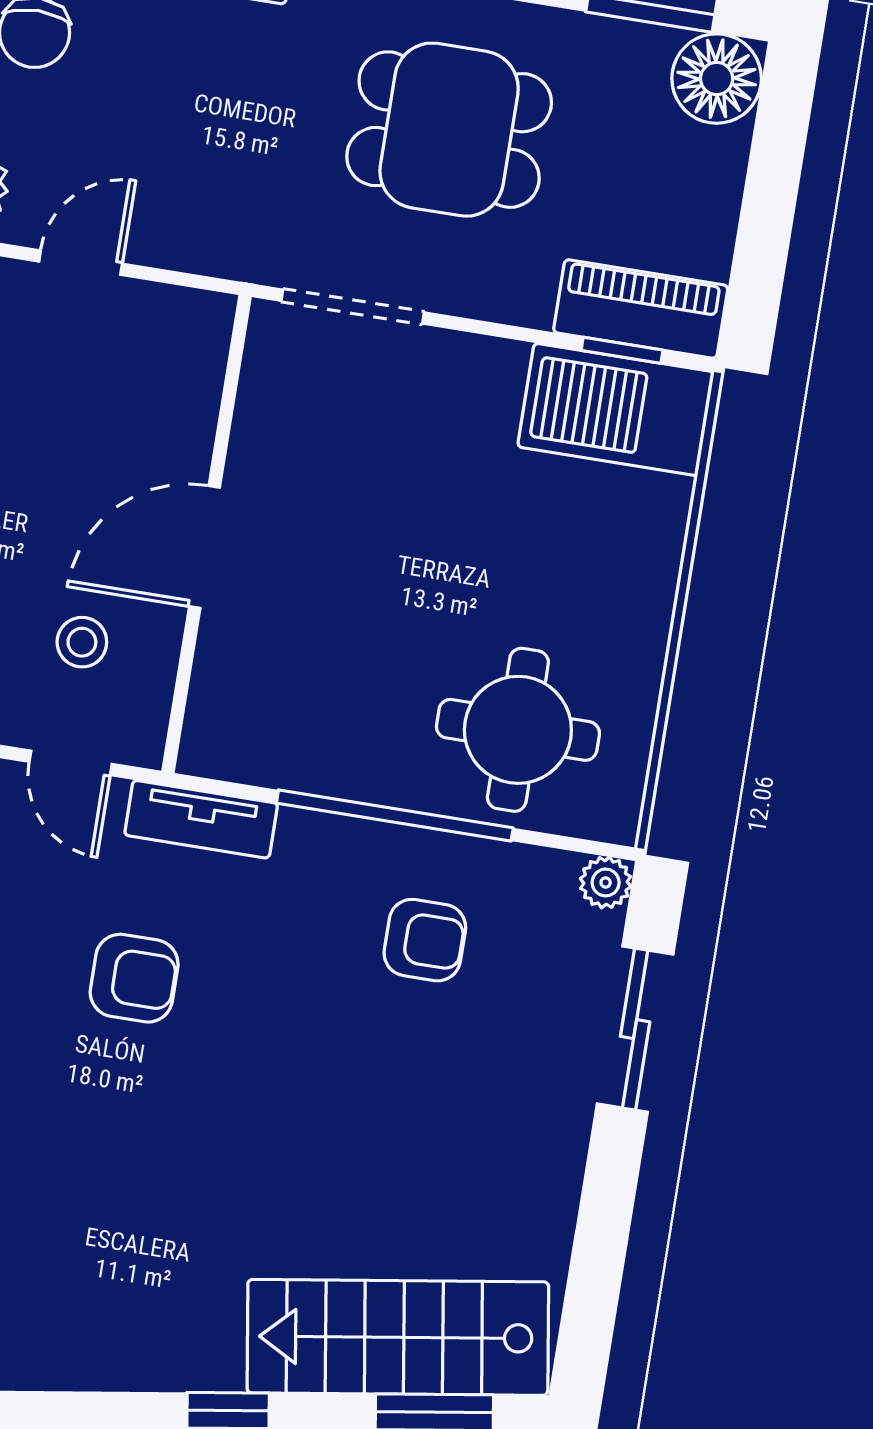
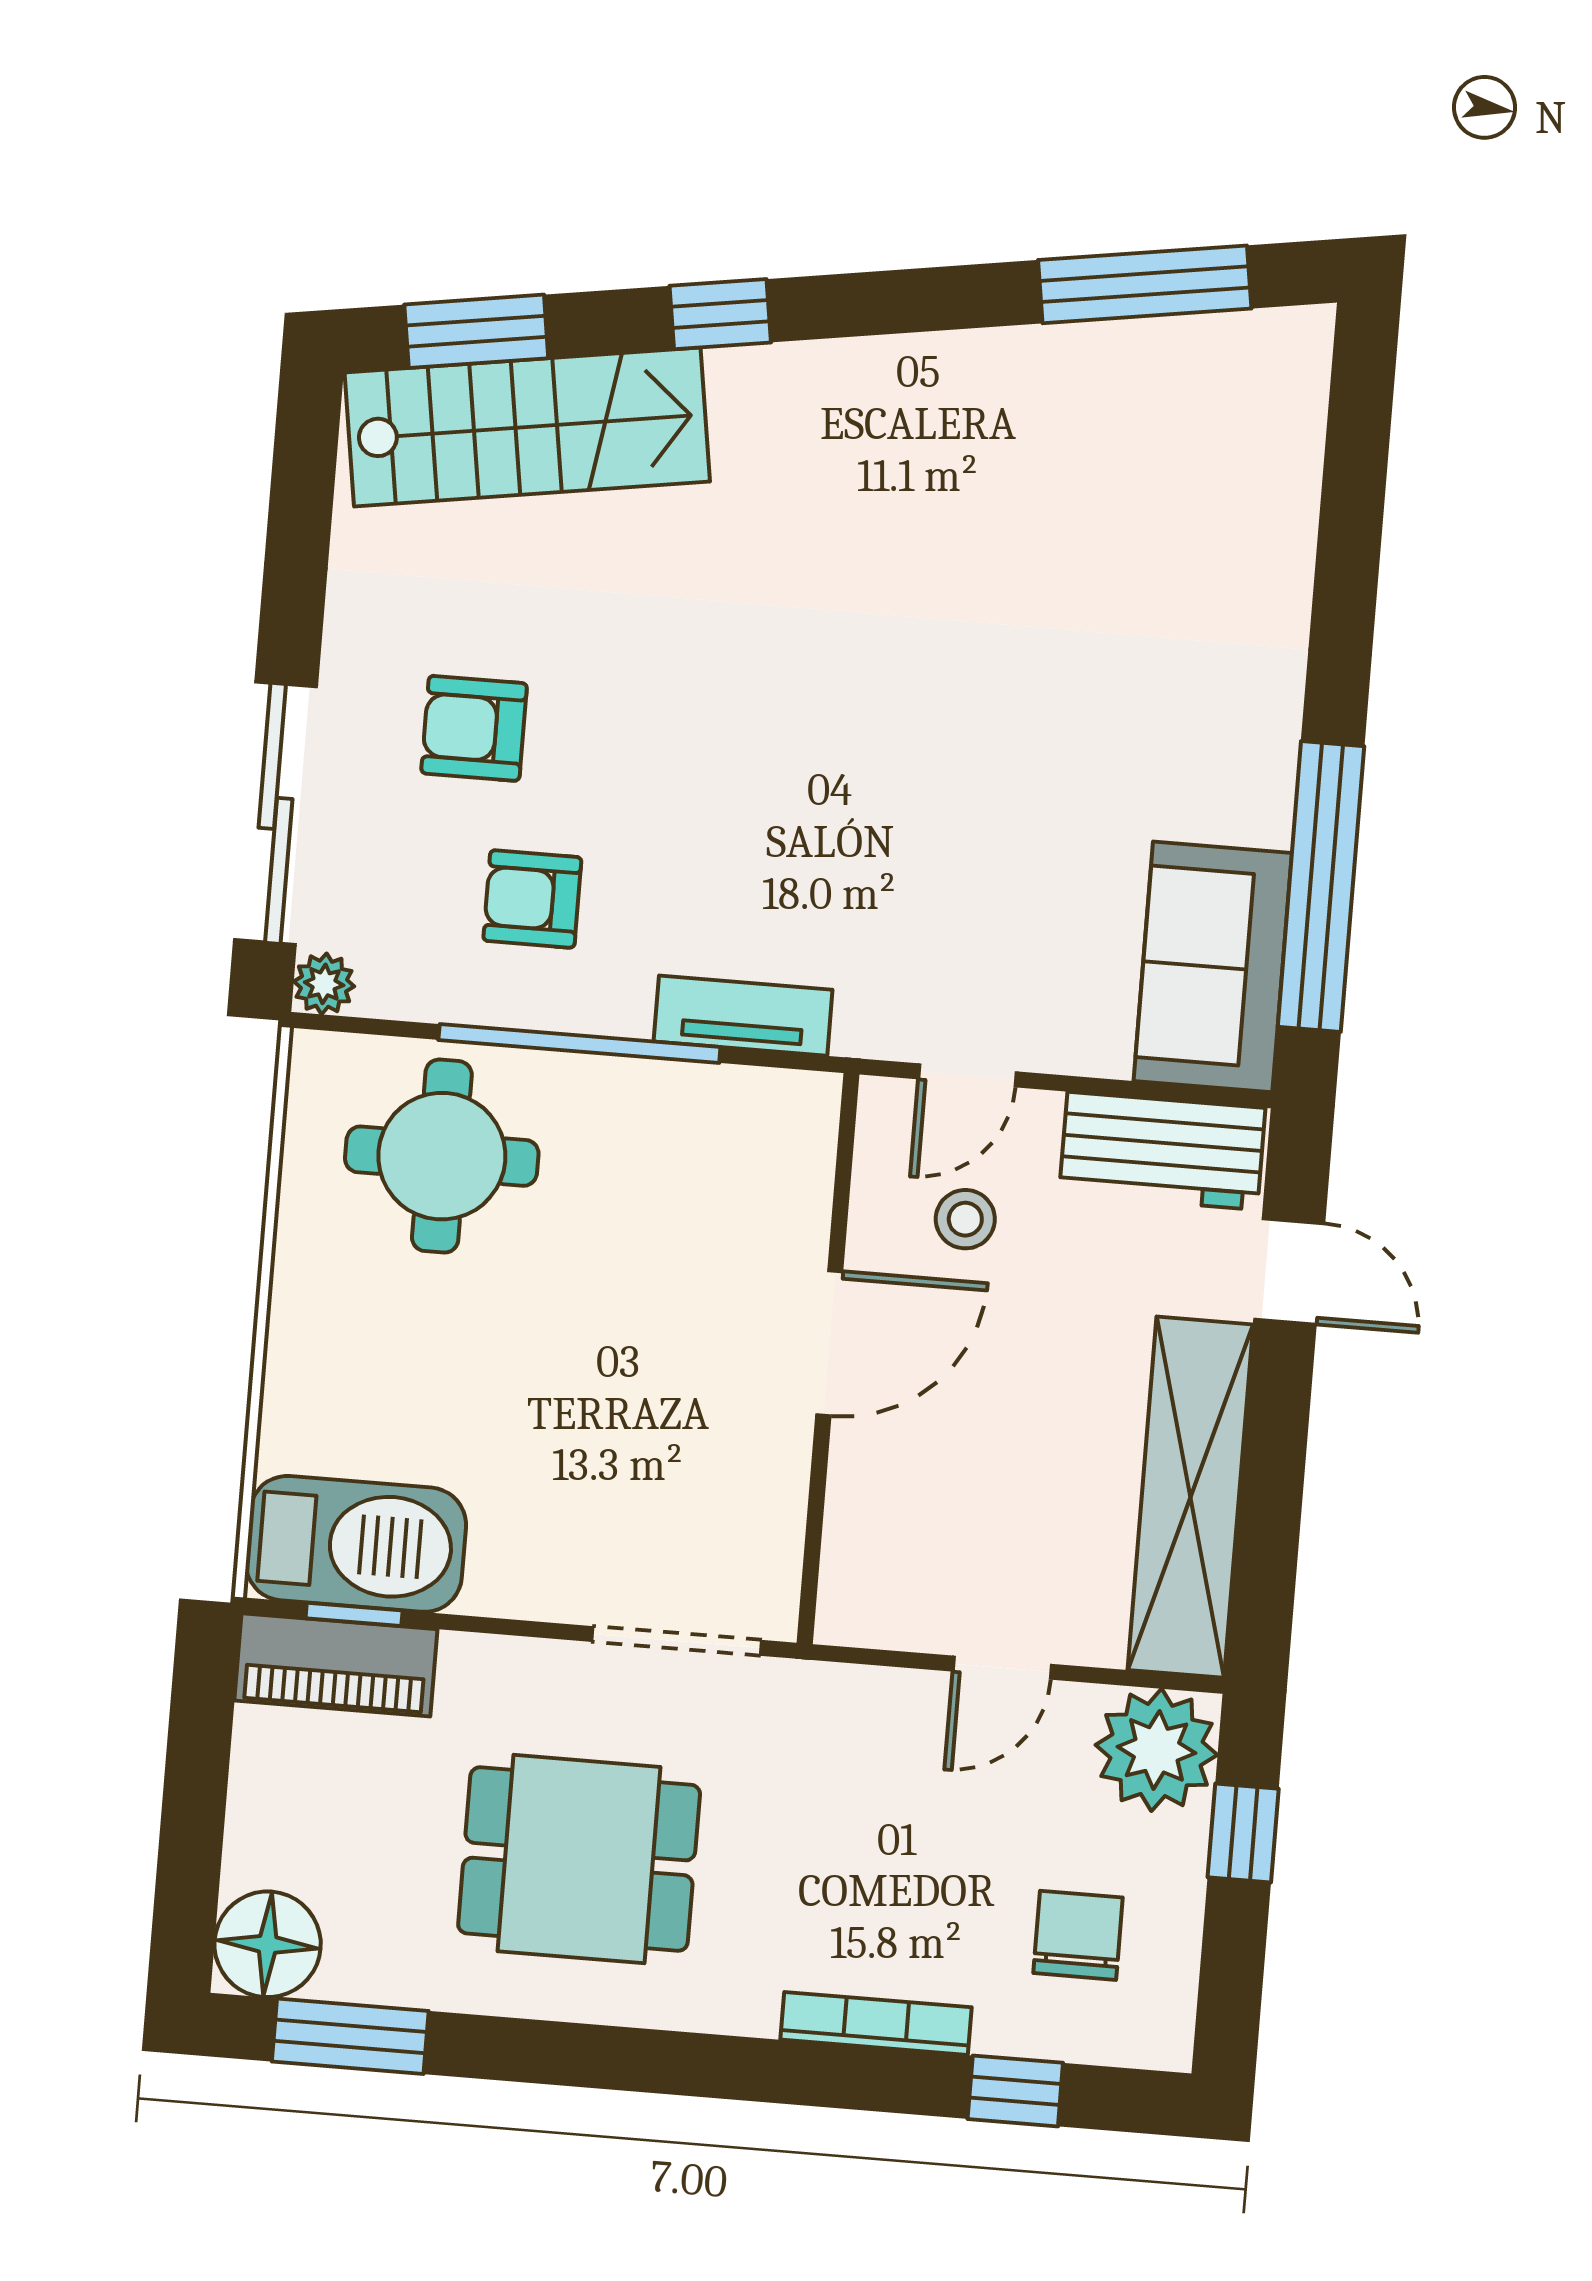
door: (71, 763) -> (967, 1075), swing flipped
tv unit: (201, 819) -> (743, 1016), moved
armchair: (134, 978) -> (474, 728), moved
sliding door: (635, 1029) -> (276, 813), width x1.37

